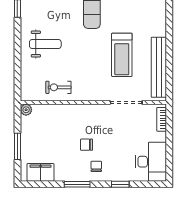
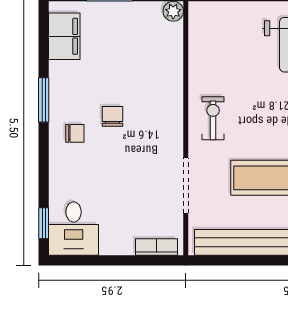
exercise bike: (58, 87) -> (213, 118), moved
desk: (151, 162) -> (74, 229), width x0.73
window: (120, 184) -> (44, 223), moved

